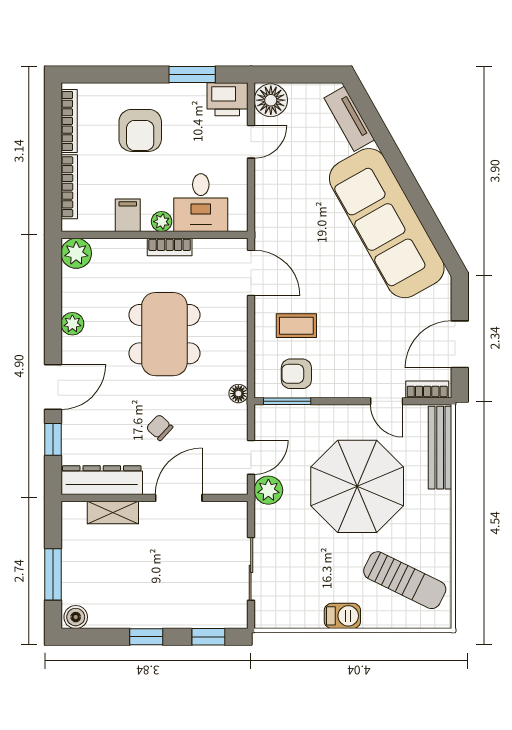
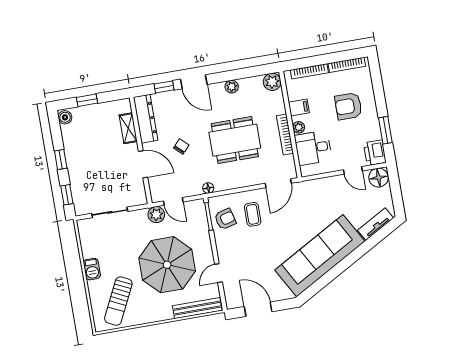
bookcase: (170, 247) -> (285, 134), width x1.56
armchair: (296, 374) -> (225, 219), turned 75
bookcase: (427, 389) -> (229, 295), removed
window: (53, 574) -> (87, 100), width x0.67

